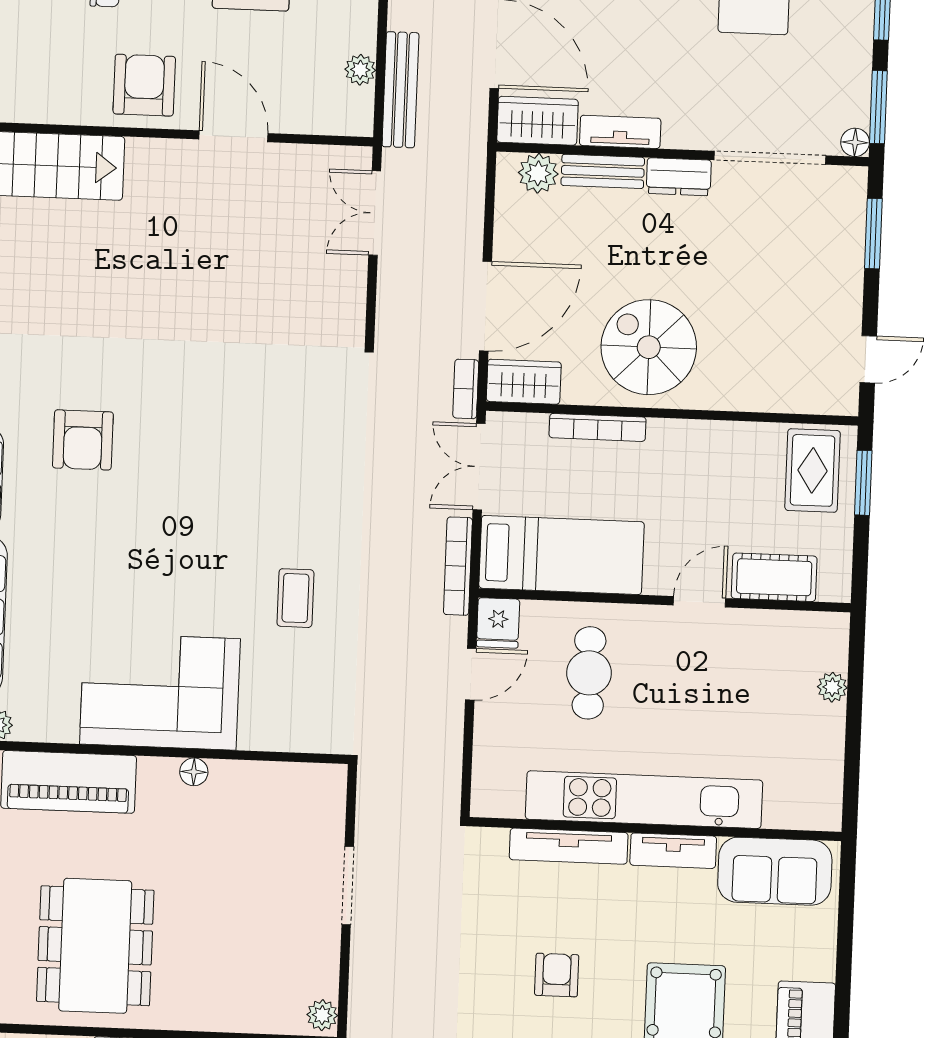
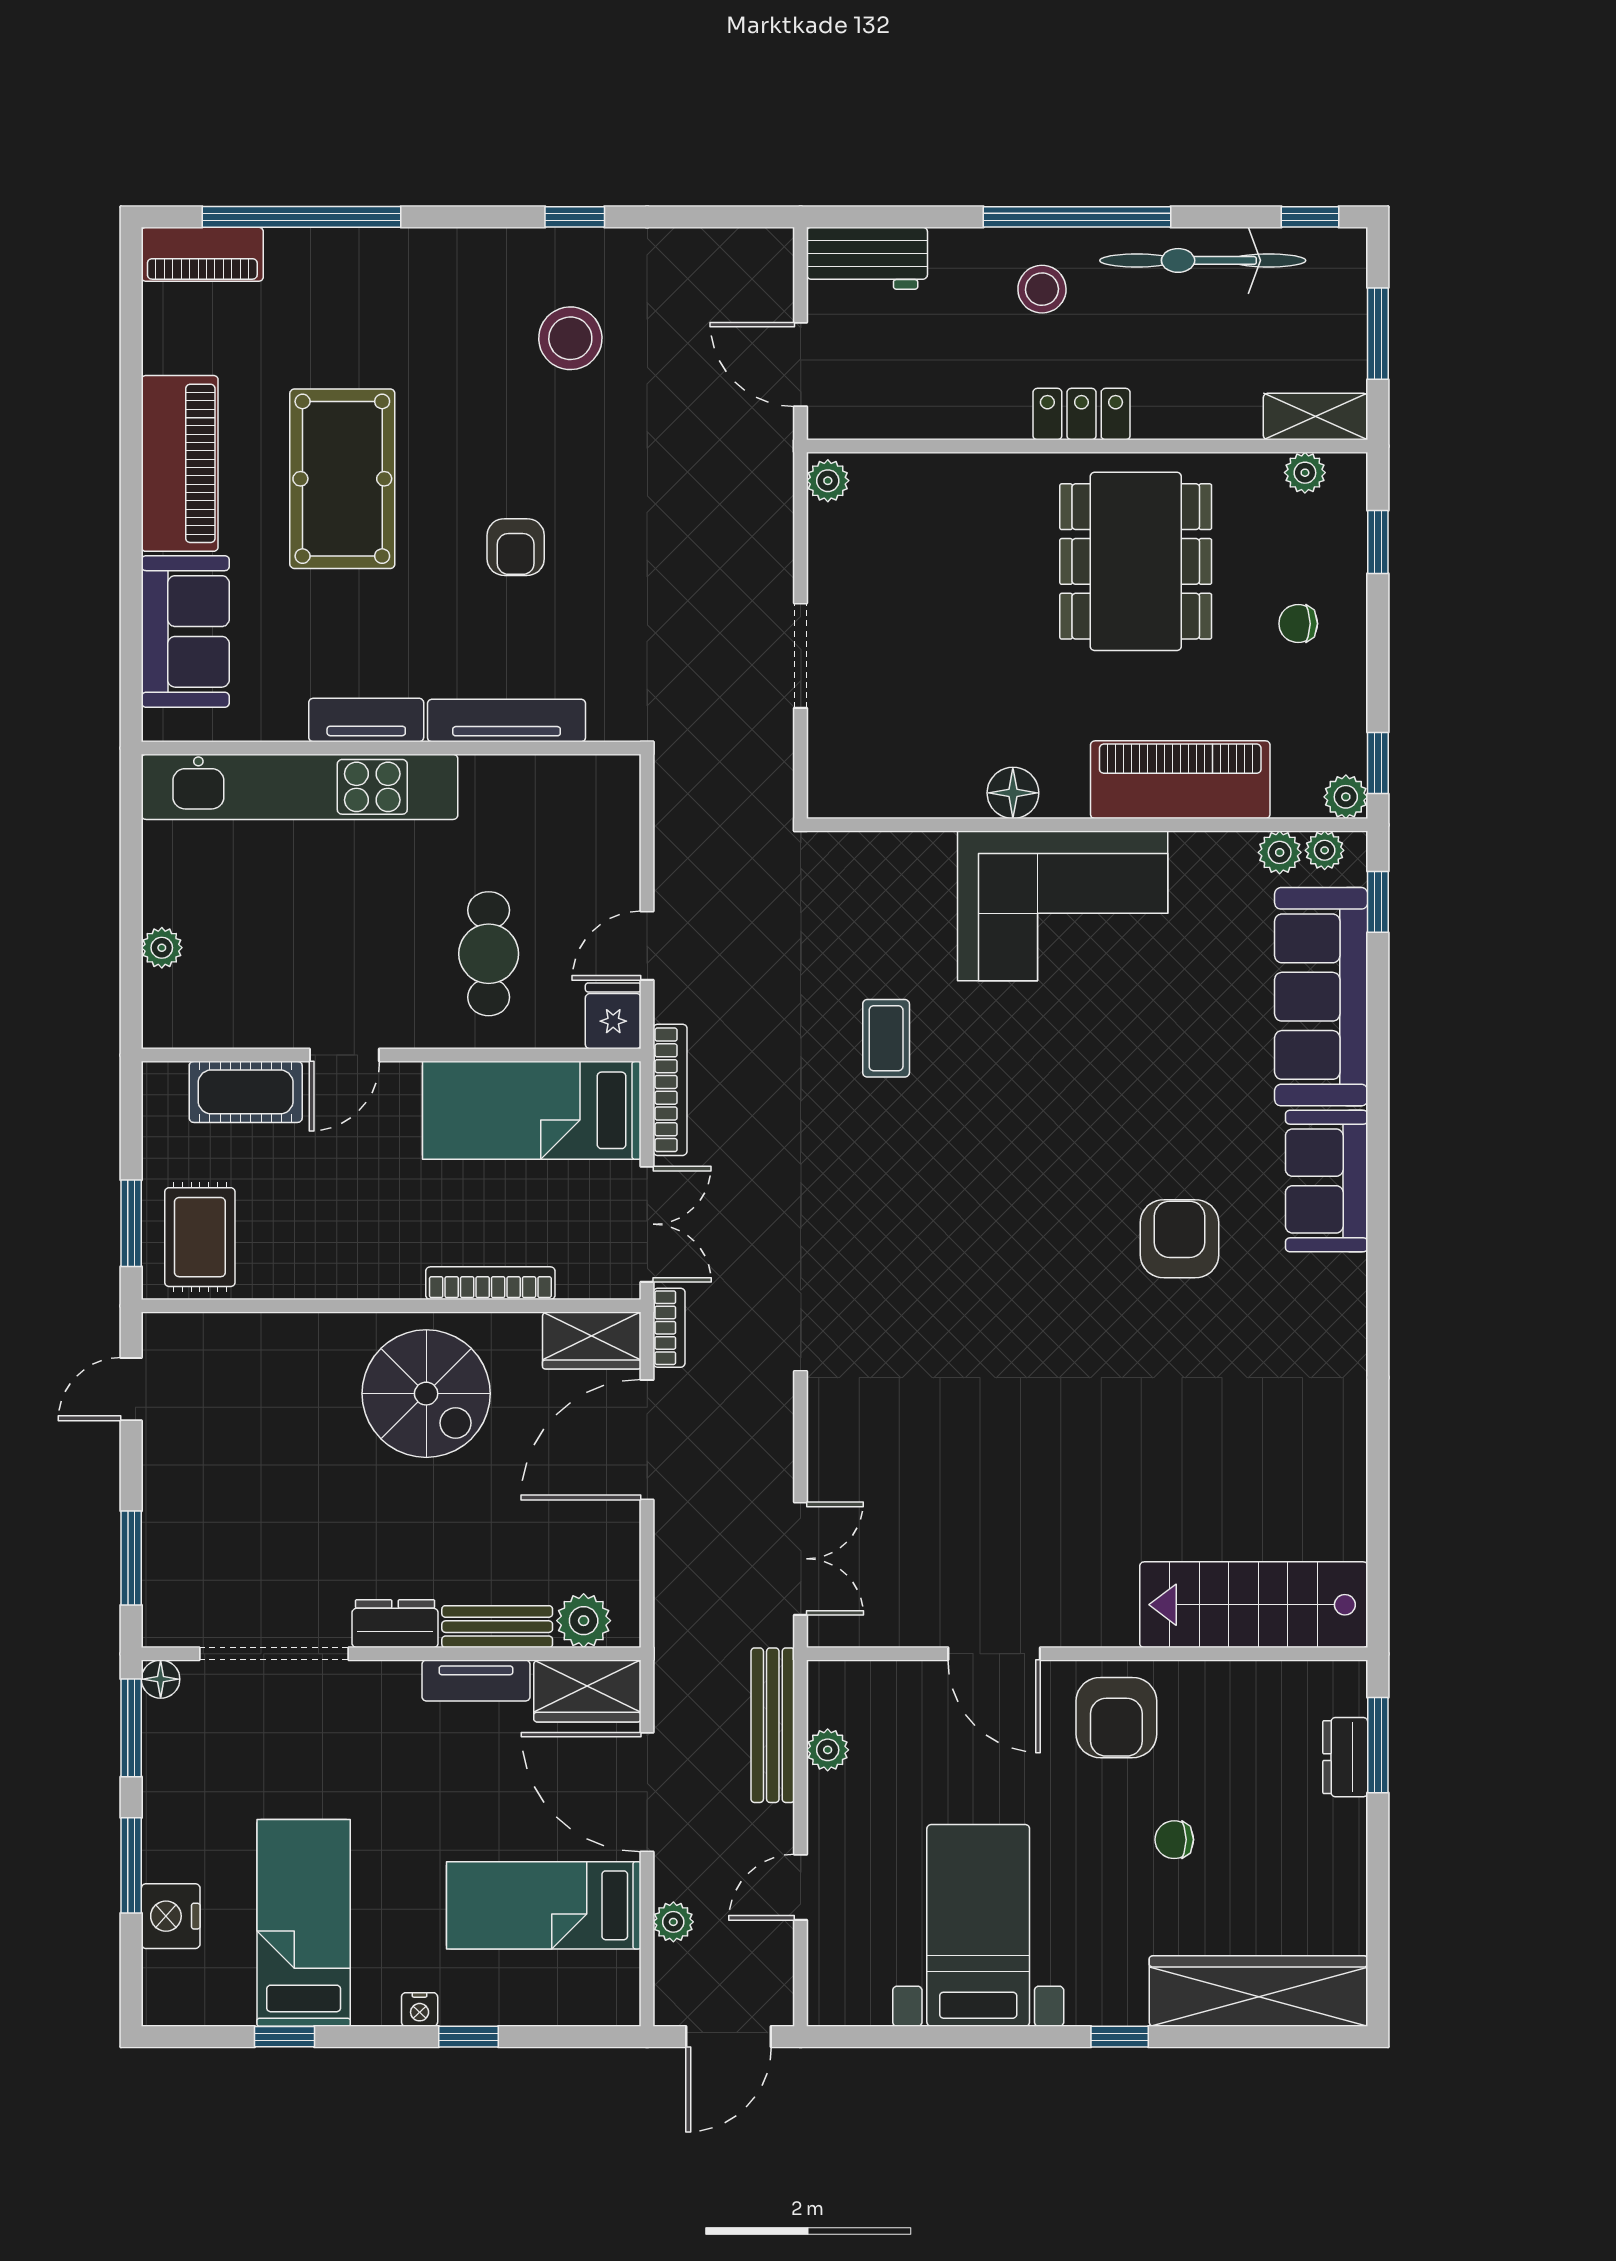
floor lamp: (194, 772) -> (1013, 793), width x1.37, depth x1.37
kitchen unit: (644, 800) -> (300, 787), moved
sofa: (775, 871) -> (185, 631), moved, turned 90

